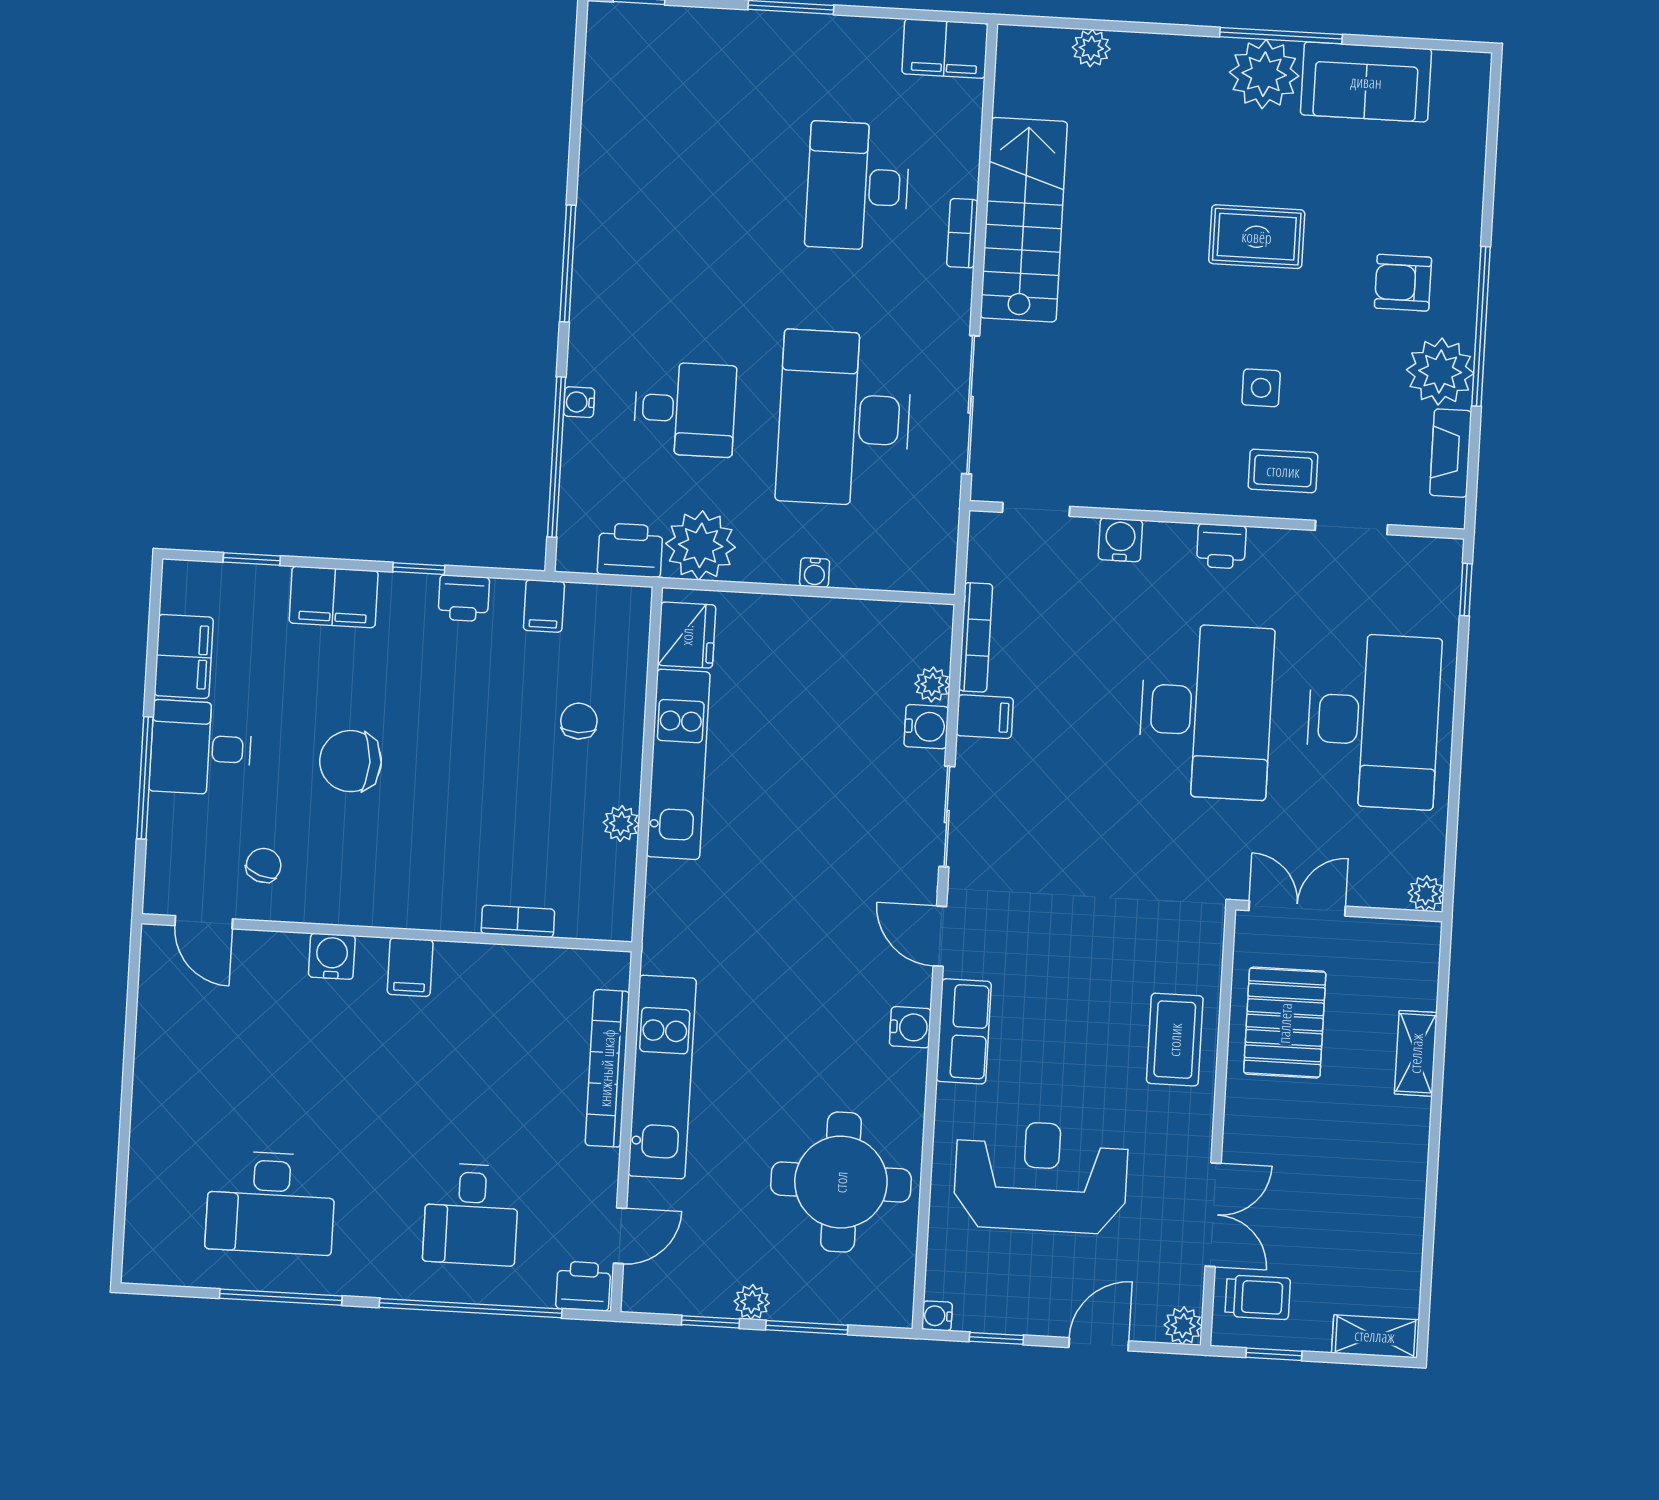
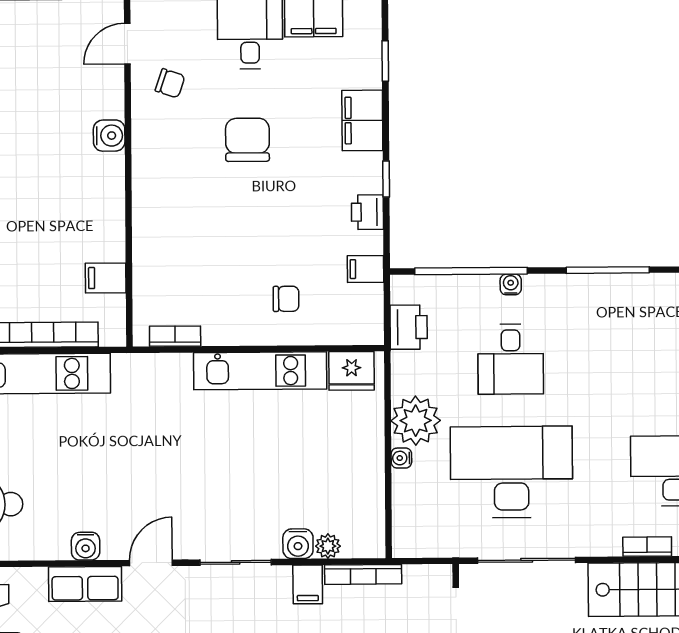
plant: (701, 545) -> (416, 421), moved
plant: (621, 824) -> (216, 333), removed
bookcase: (518, 921) -> (175, 336), moved, turned -90
filing cabinet: (410, 967) -> (106, 278), moved

